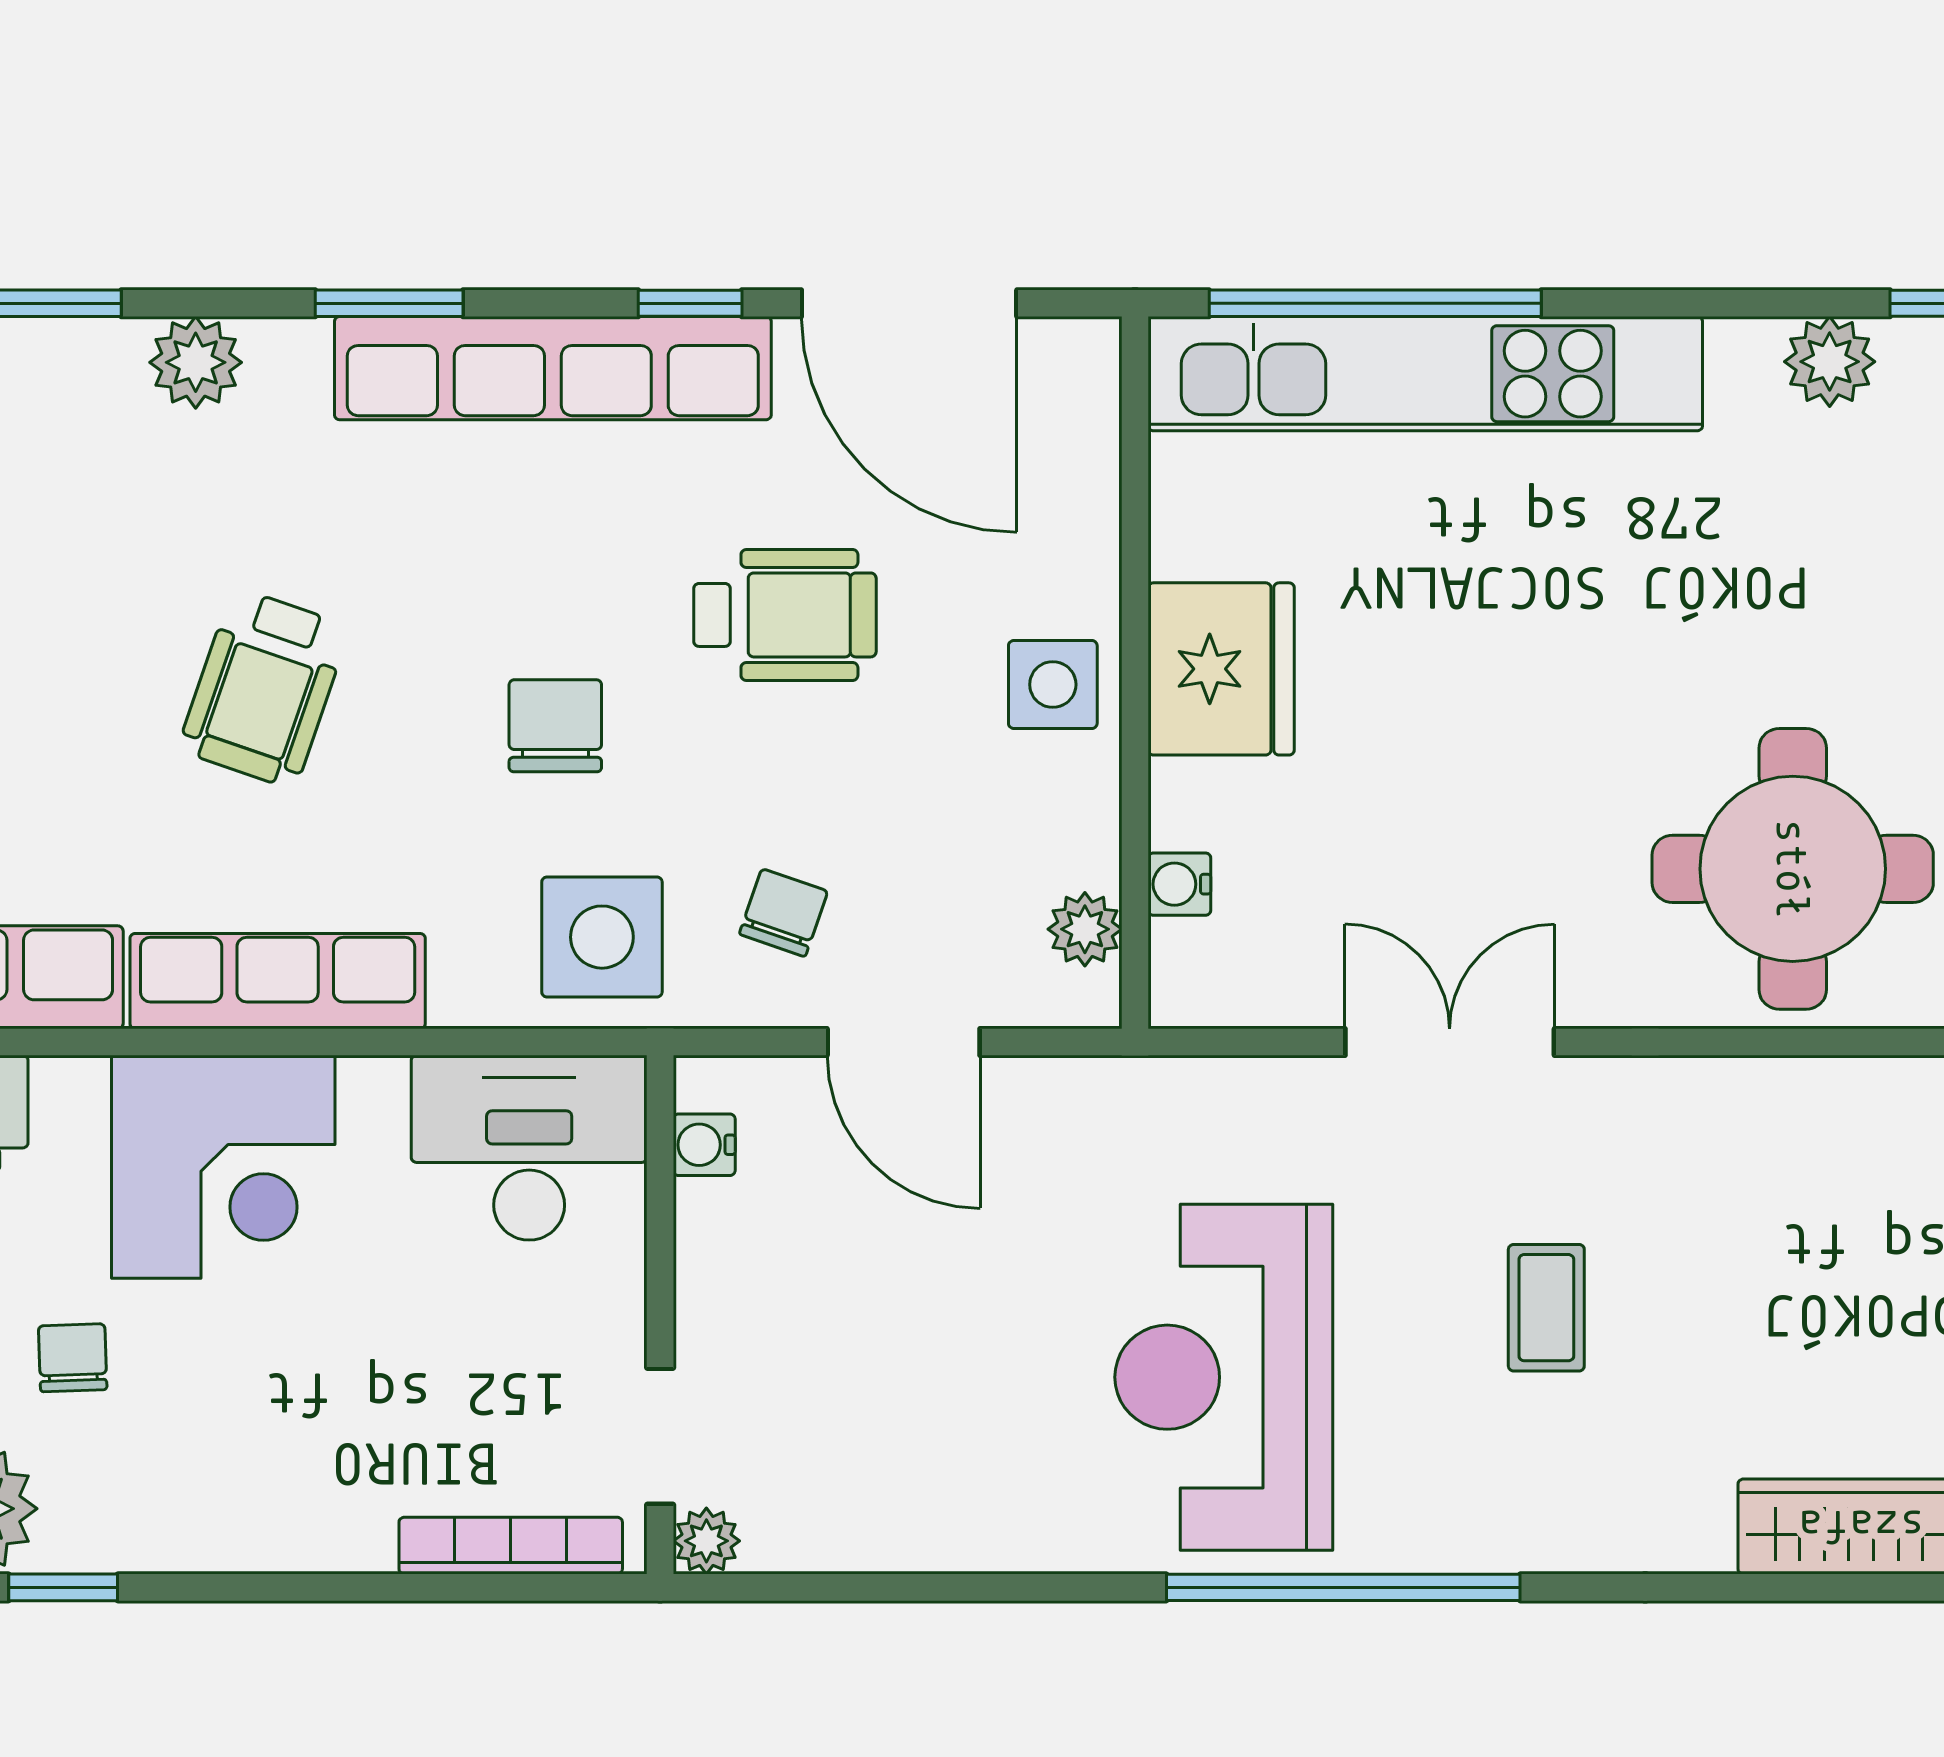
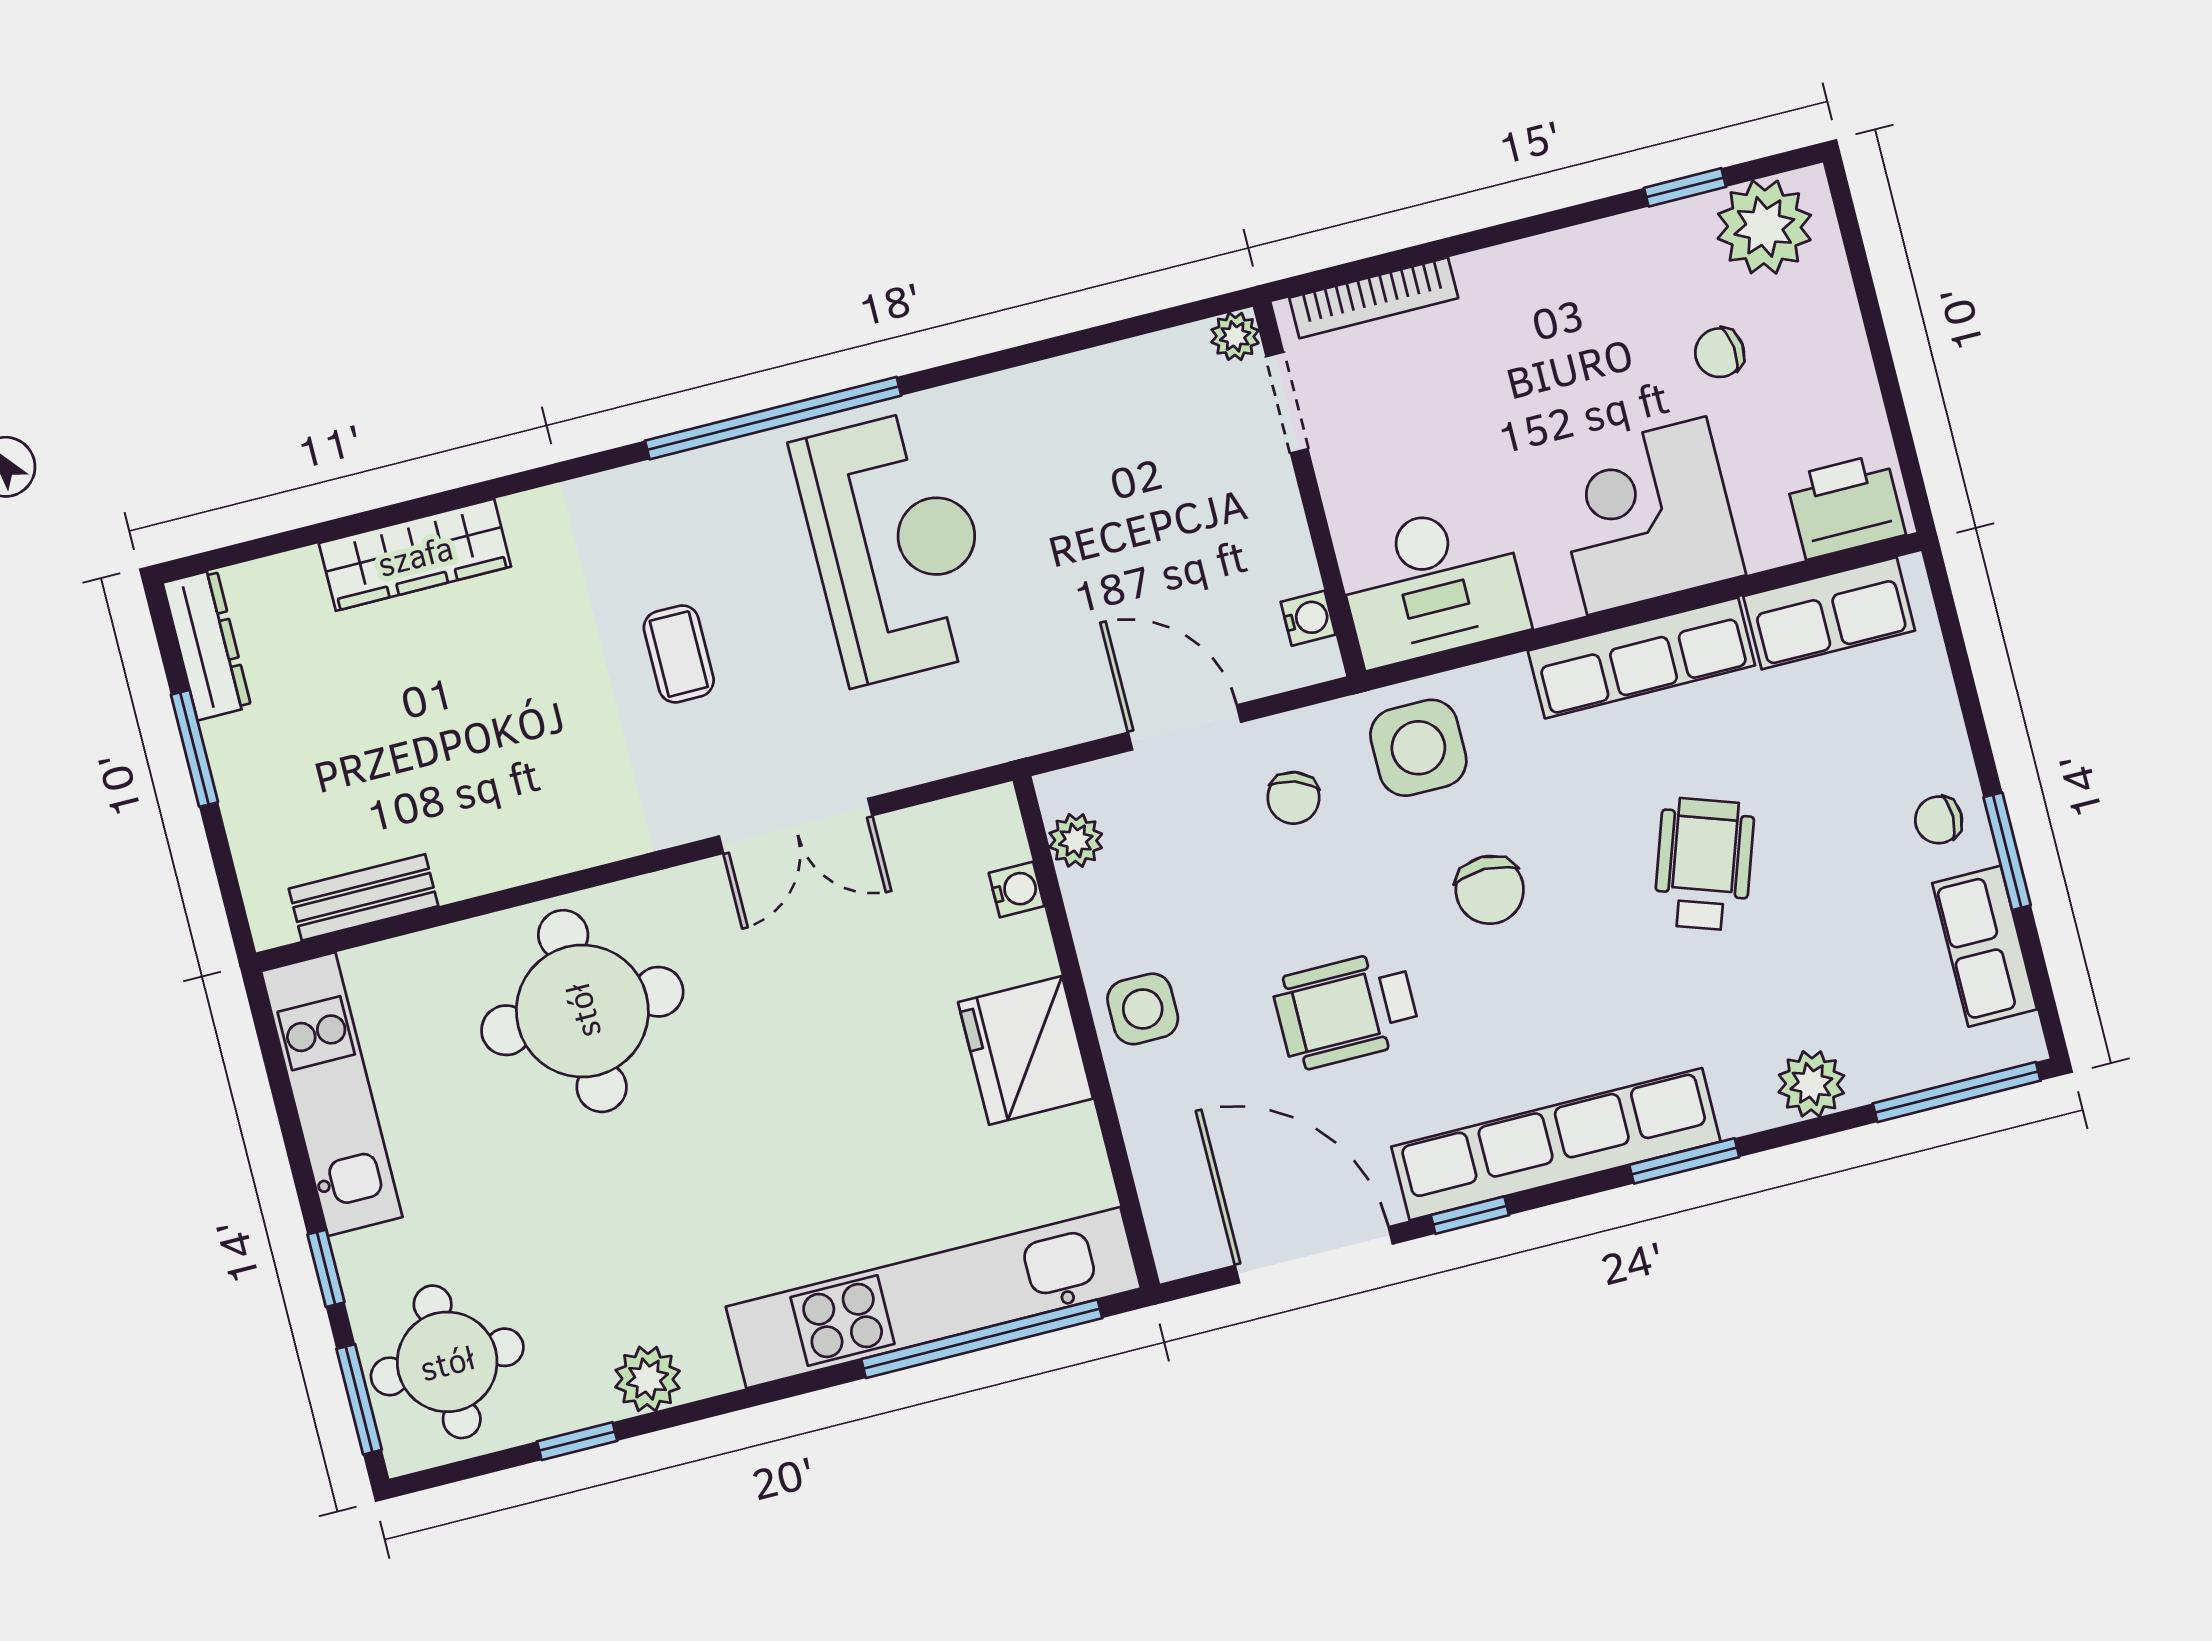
chair: (73, 1358) -> (1720, 353), turned 86

